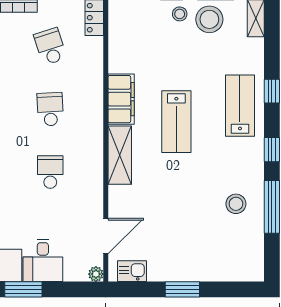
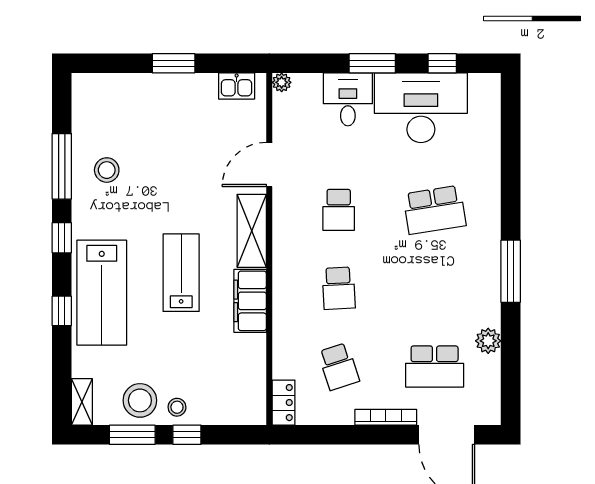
lab bench: (240, 106) -> (102, 293), width x1.36, depth x1.39
door: (106, 236) -> (269, 164), moved

